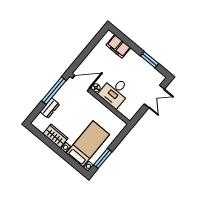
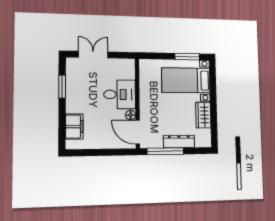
dresser: (50, 108) -> (179, 141), width x1.44

